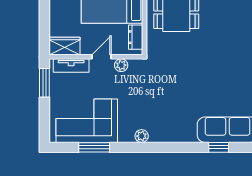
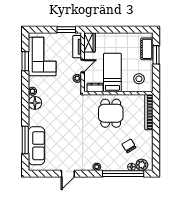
door: (102, 57) -> (83, 66), hinge flipped
floor lamp: (160, 132) -> (35, 103), added
window: (219, 147) -> (25, 140), width x2.17

